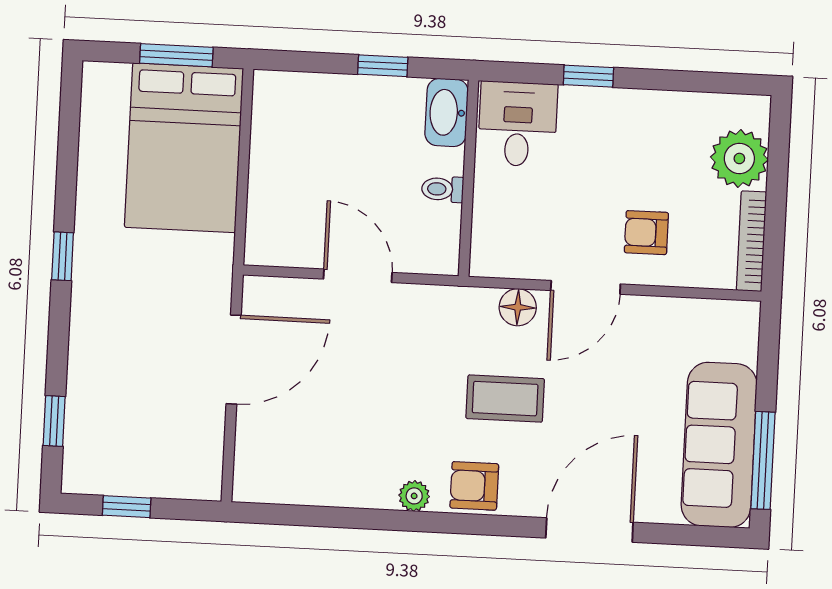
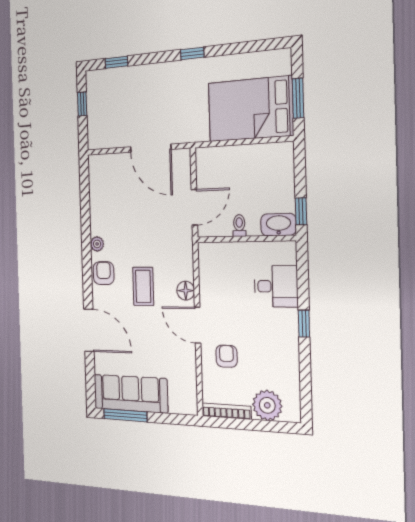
washbasin: (447, 112) -> (278, 225), moved
wall: (469, 178) -> (246, 239), moved
toilet: (443, 189) -> (239, 226), moved

